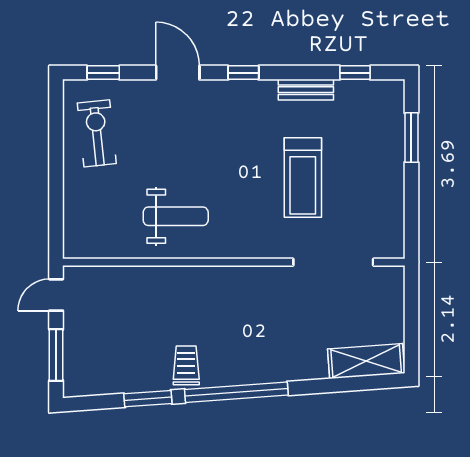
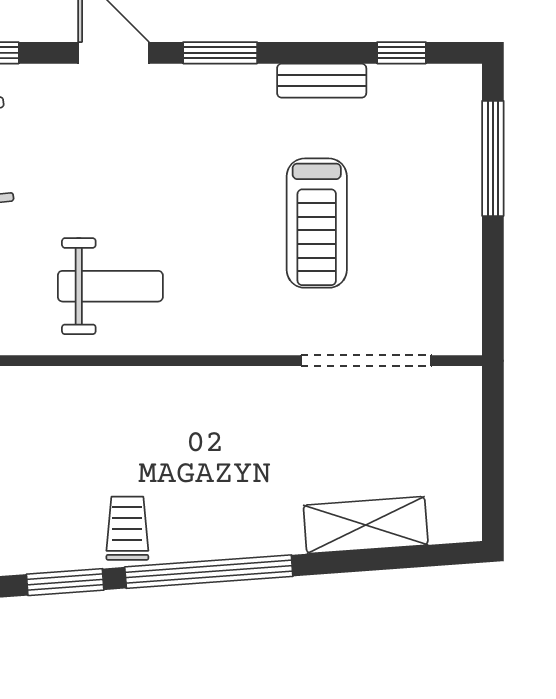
window: (243, 73) -> (220, 53), width x1.50
window: (411, 138) -> (493, 158), width x1.44
shelving: (366, 361) -> (366, 525), moved

